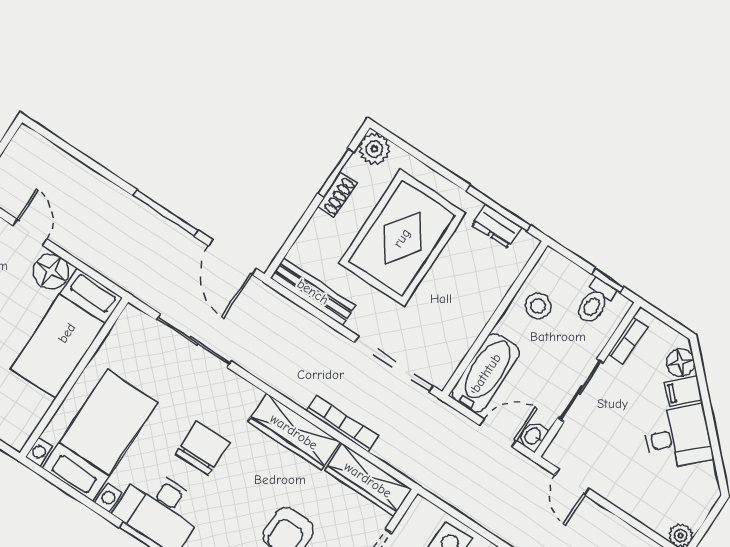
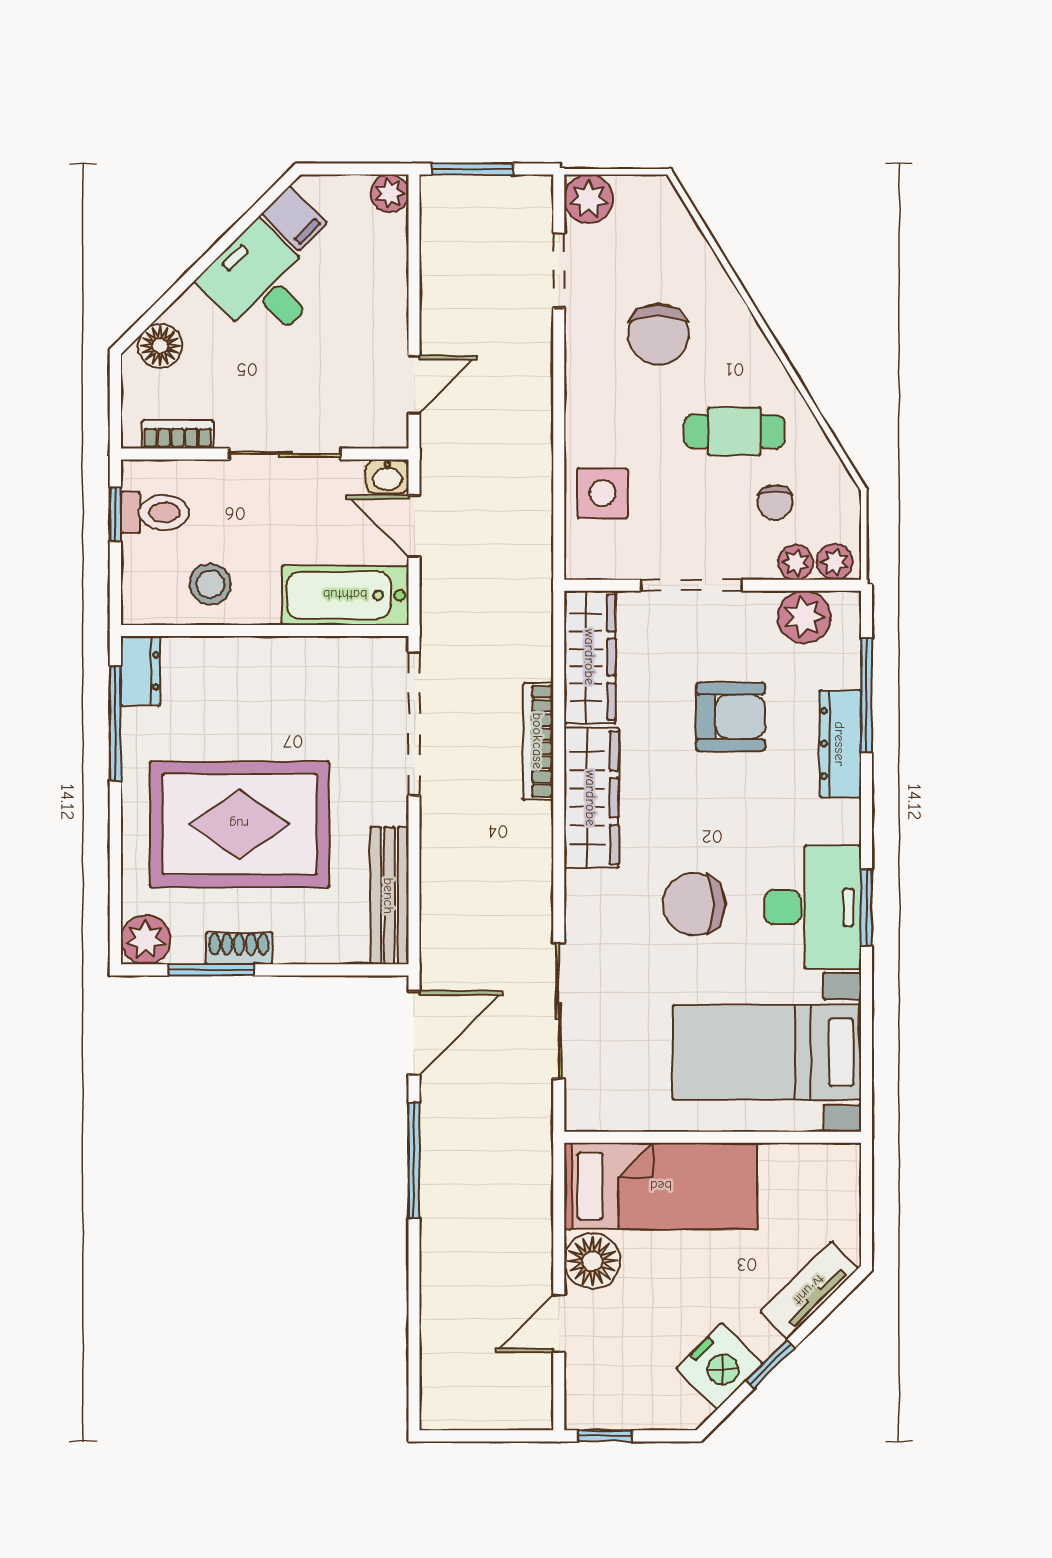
dresser: (497, 226) -> (140, 671), moved
filing cabinet: (683, 391) -> (294, 218), moved

